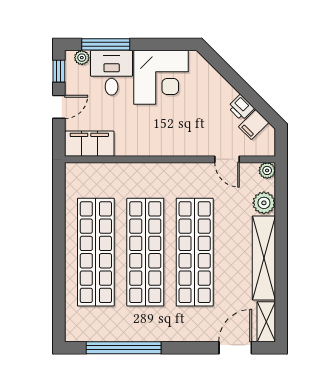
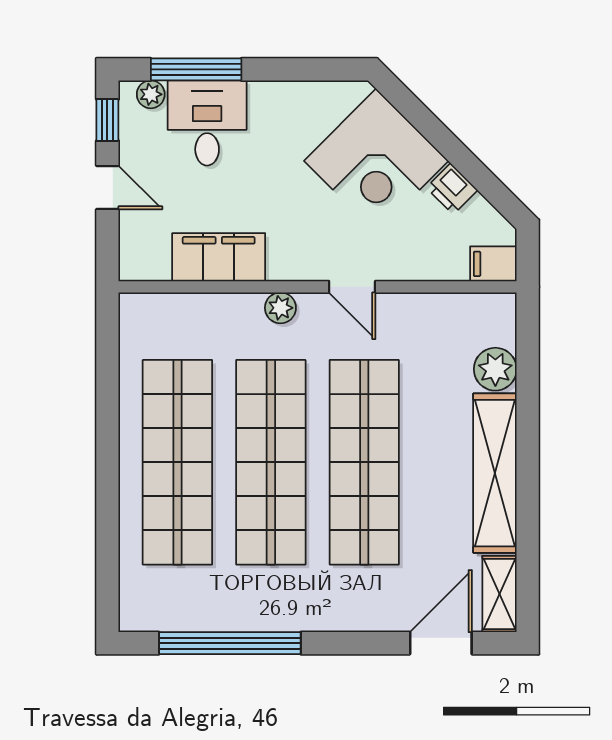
corner desk: (161, 77) -> (376, 161), moved, turned 45
door: (59, 107) -> (107, 188), hinge flipped
filing cabinet: (254, 125) -> (493, 264), moved, turned 45
filing cabinet: (89, 144) -> (219, 257), moved
door: (227, 159) -> (352, 287), moved
plant: (267, 170) -> (280, 308), moved

